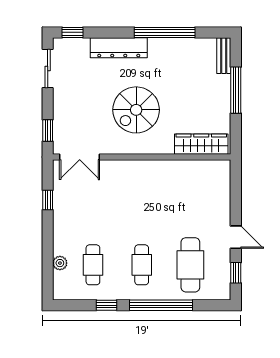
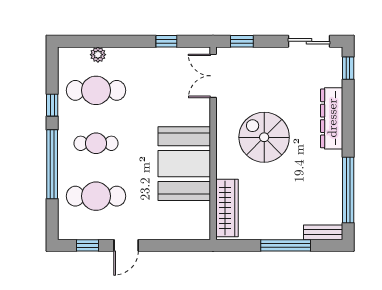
window: (165, 32) -> (348, 190), moved
booth: (160, 184) -> (184, 164), added
cafe table: (93, 265) -> (96, 90), width x1.37, depth x1.35

